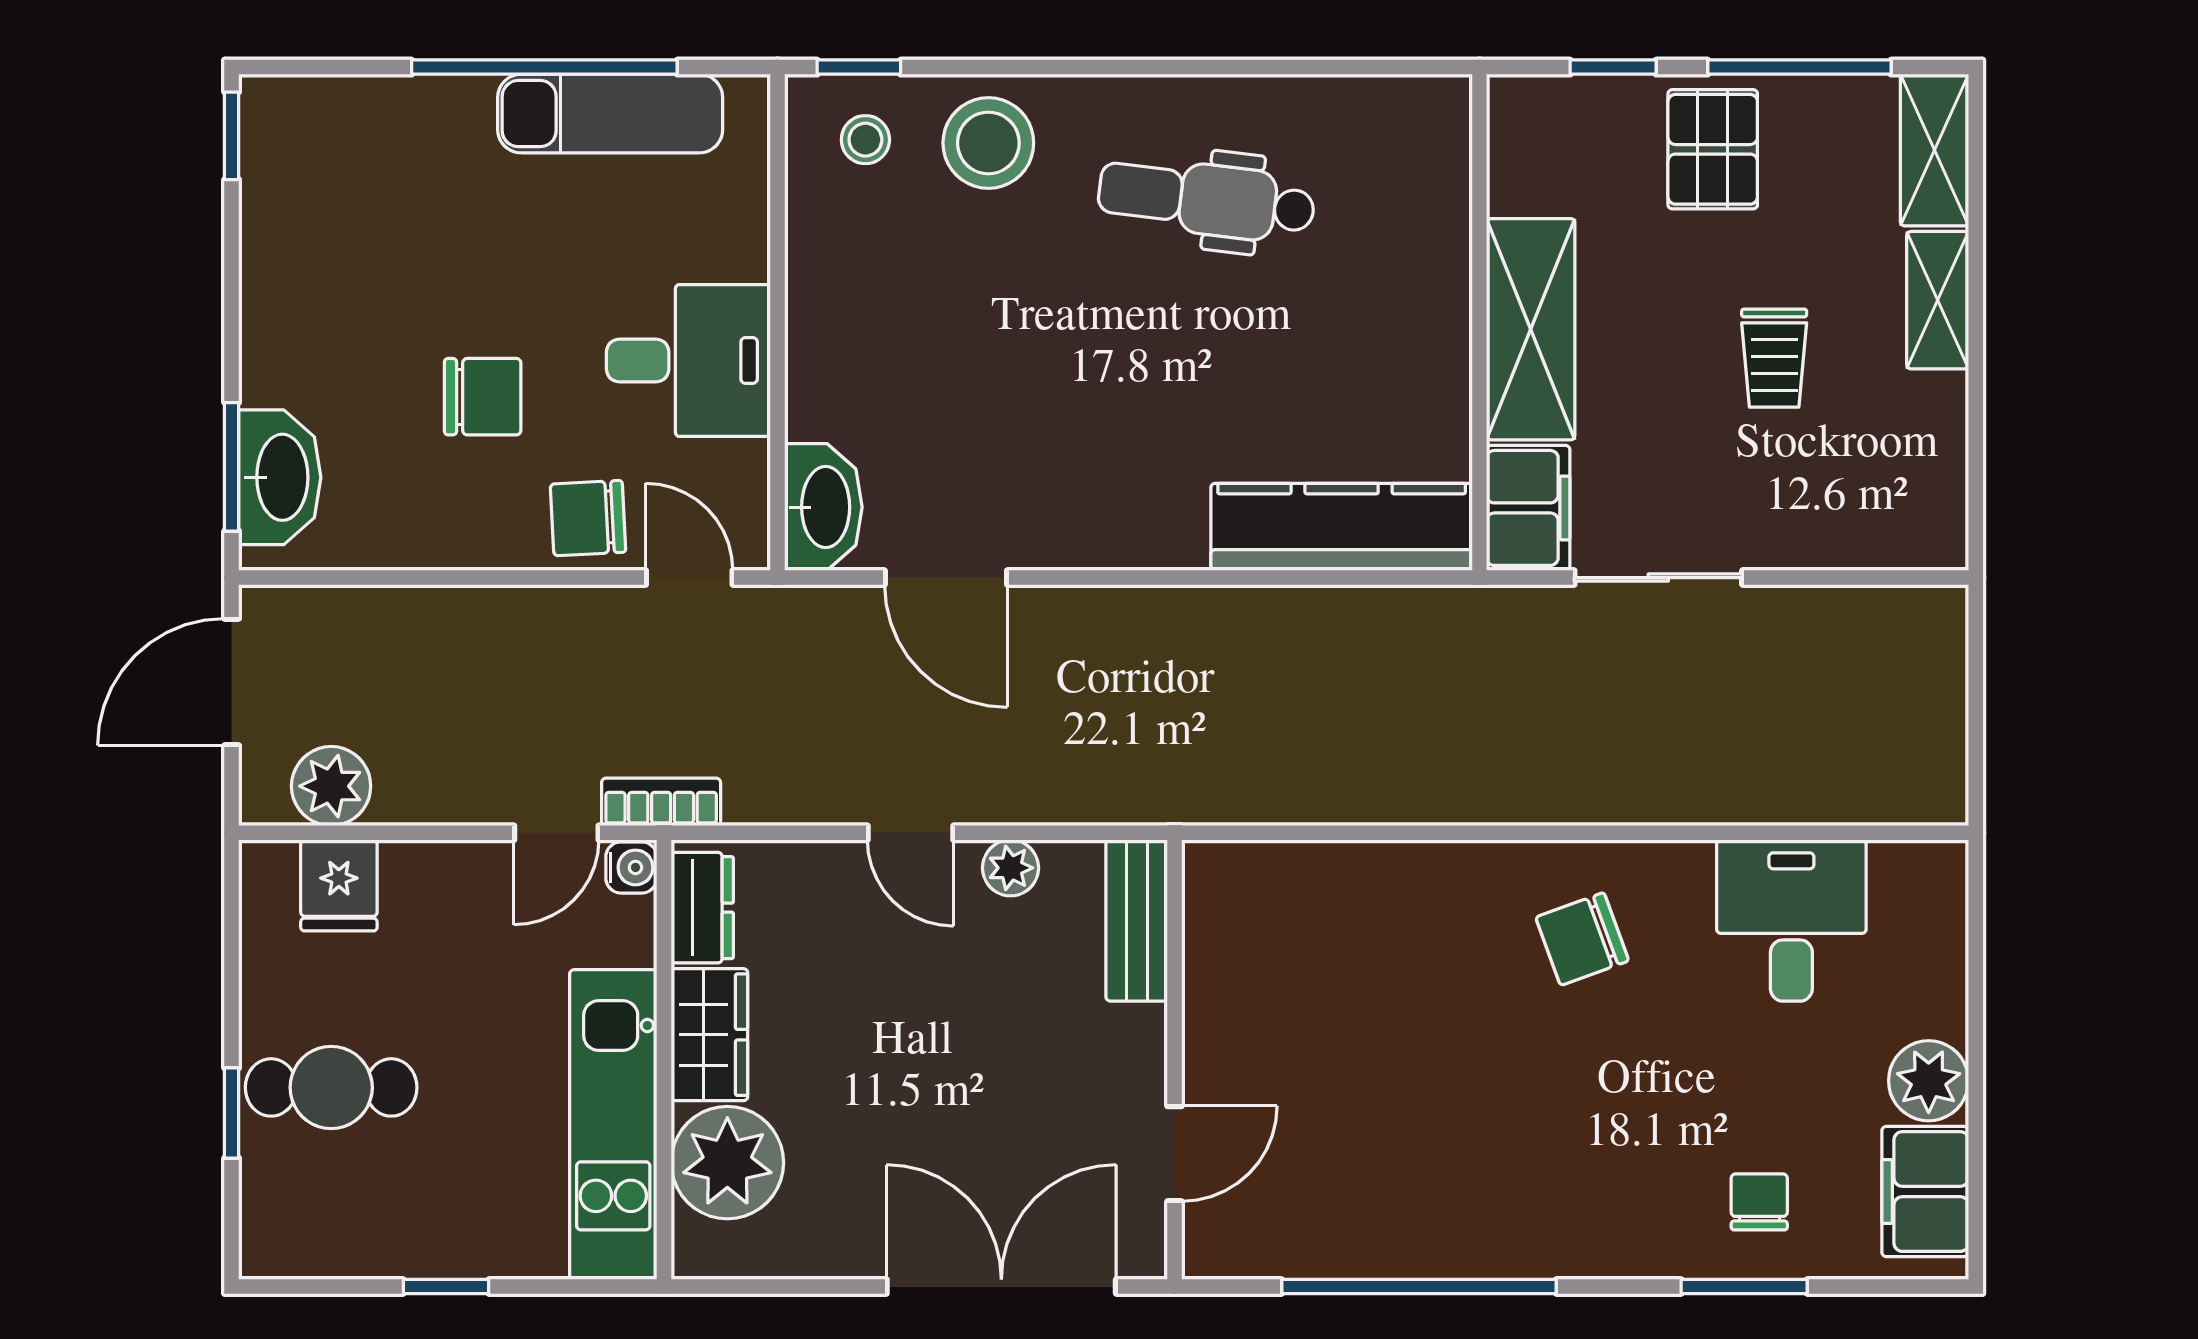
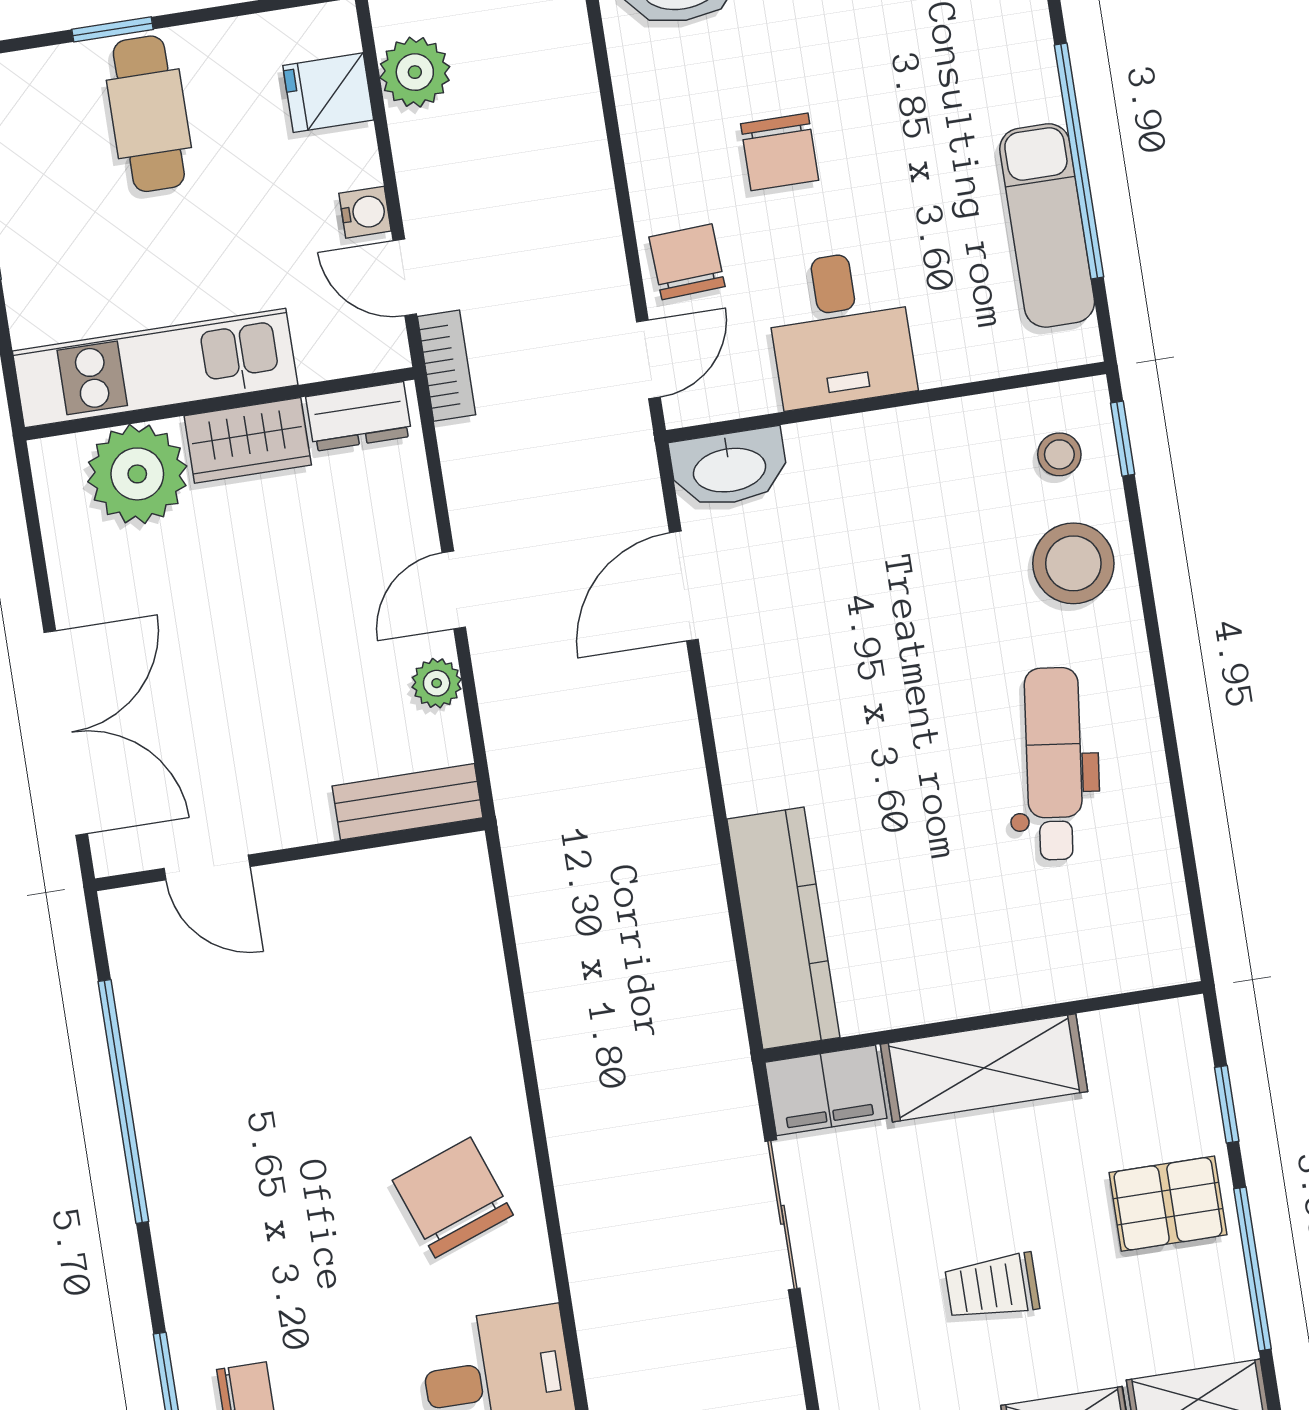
water cooler: (631, 867) -> (365, 212), moved, turned -90
chair: (1582, 939) -> (453, 1198), width x1.37, depth x1.37

